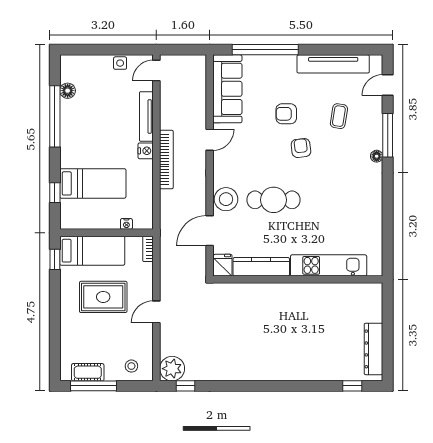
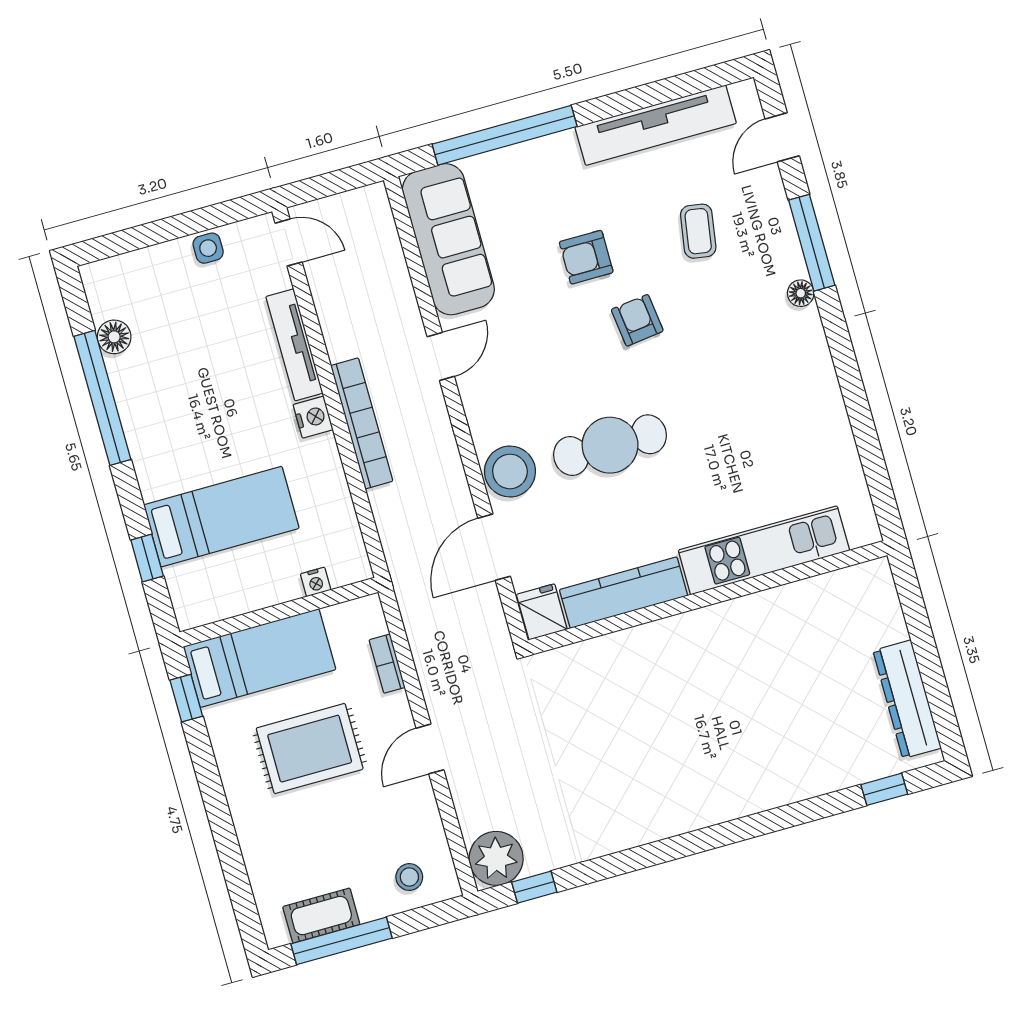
door: (156, 71) -> (289, 243), swing flipped
bookcase: (148, 249) -> (387, 664), moved

